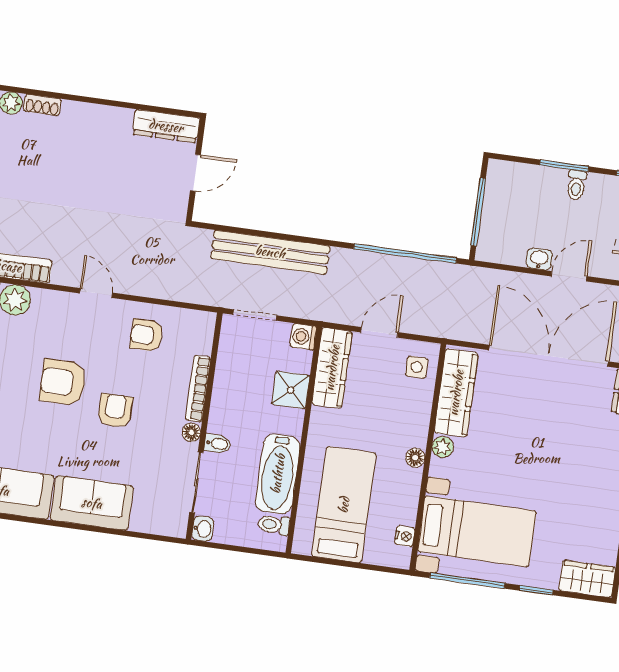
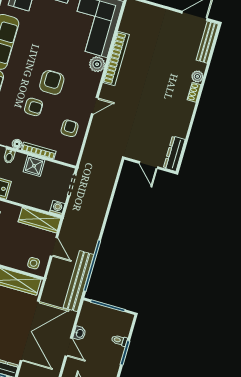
toilet: (576, 185) -> (119, 340), moved
bench: (270, 252) -> (78, 281), moved
shower: (291, 390) -> (34, 166), moved

